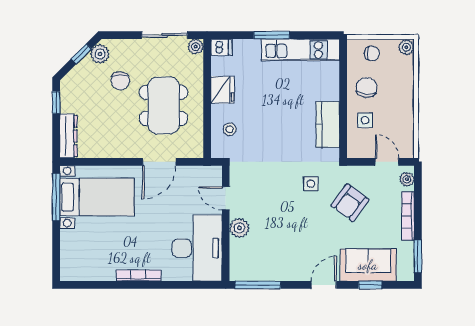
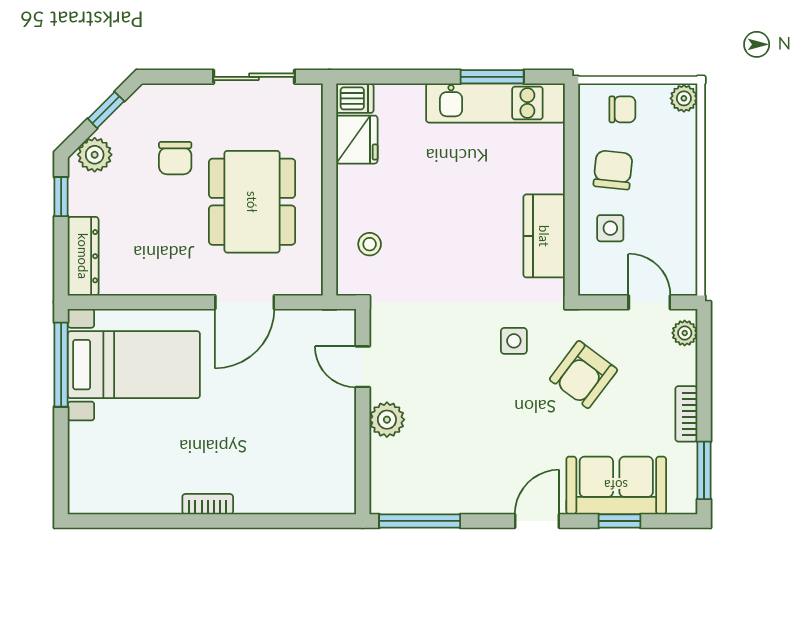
window: (272, 35) -> (492, 77), moved
plant: (196, 47) -> (309, 97), removed
plant: (100, 54) -> (95, 155), moved
fridge: (222, 90) -> (357, 140), moved
bookcase: (408, 216) -> (686, 414), width x0.64
desk: (197, 248) -> (312, 455), removed
bookcase: (139, 276) -> (208, 504), width x0.64

